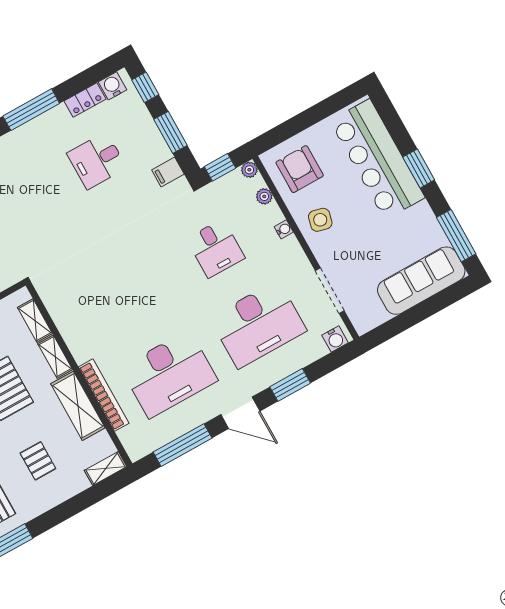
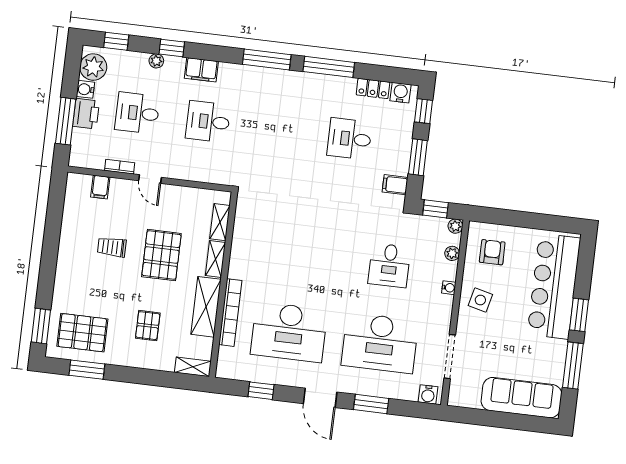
armchair: (300, 169) -> (492, 252), width x0.72, depth x0.72
window: (456, 236) -> (573, 366), moved
window: (183, 445) -> (261, 391), width x0.46

